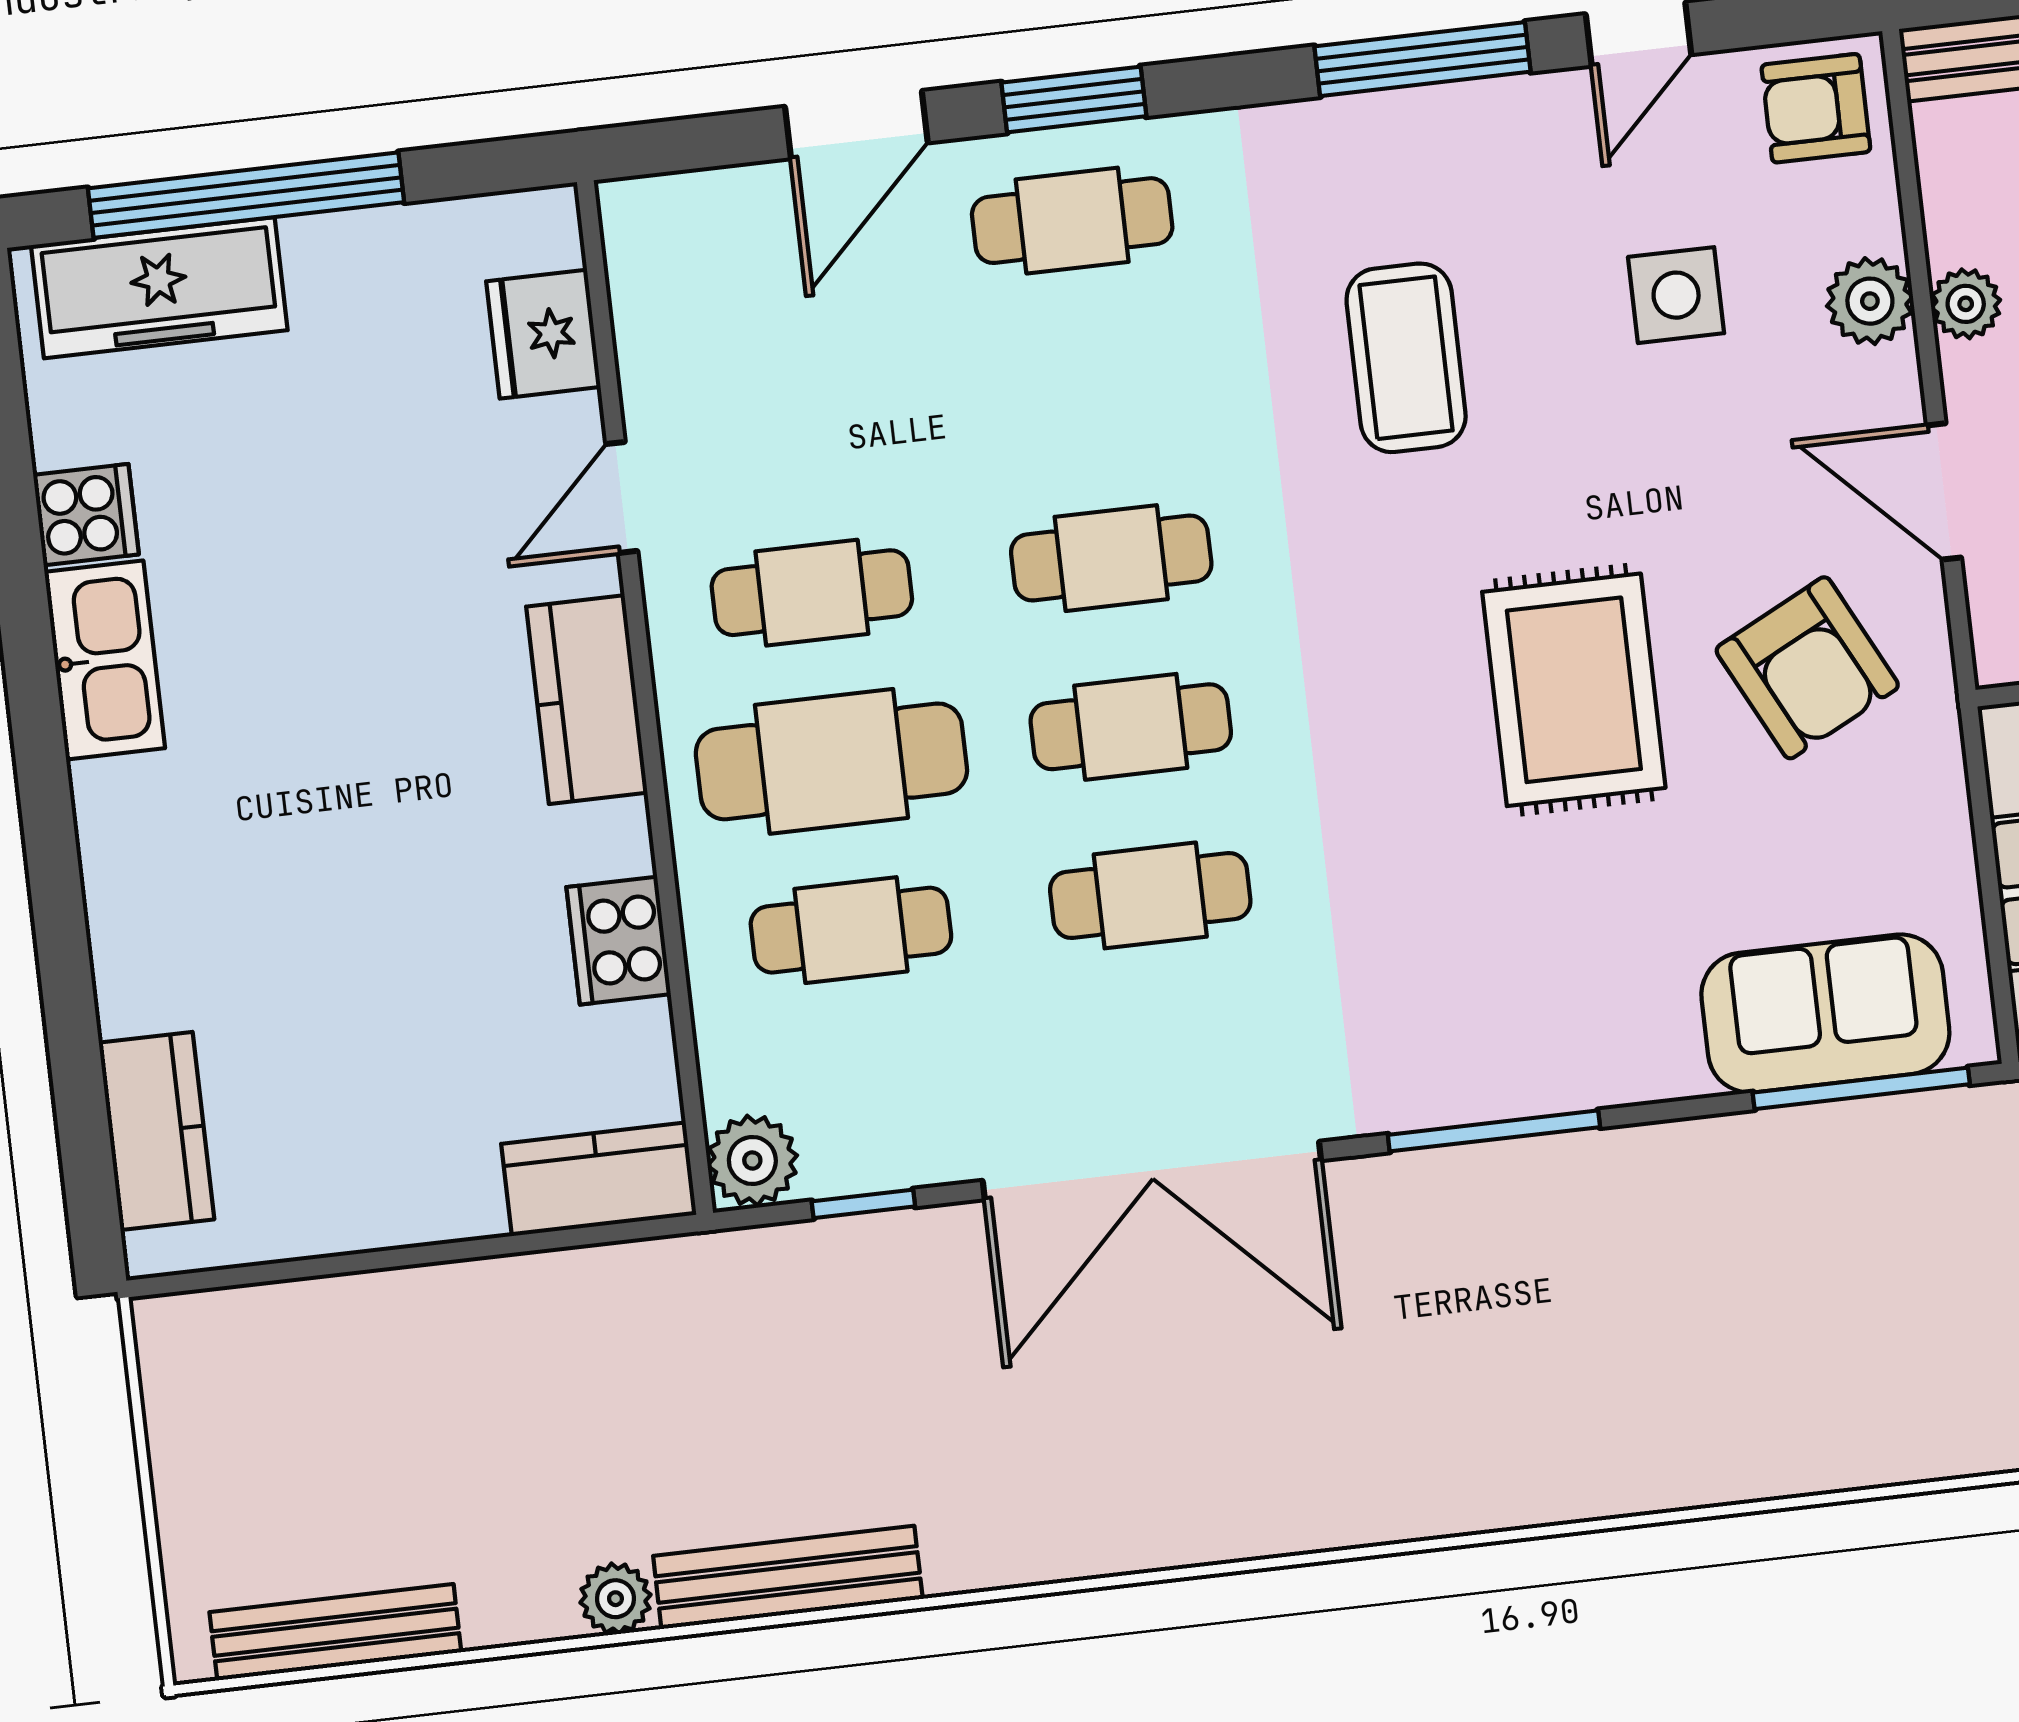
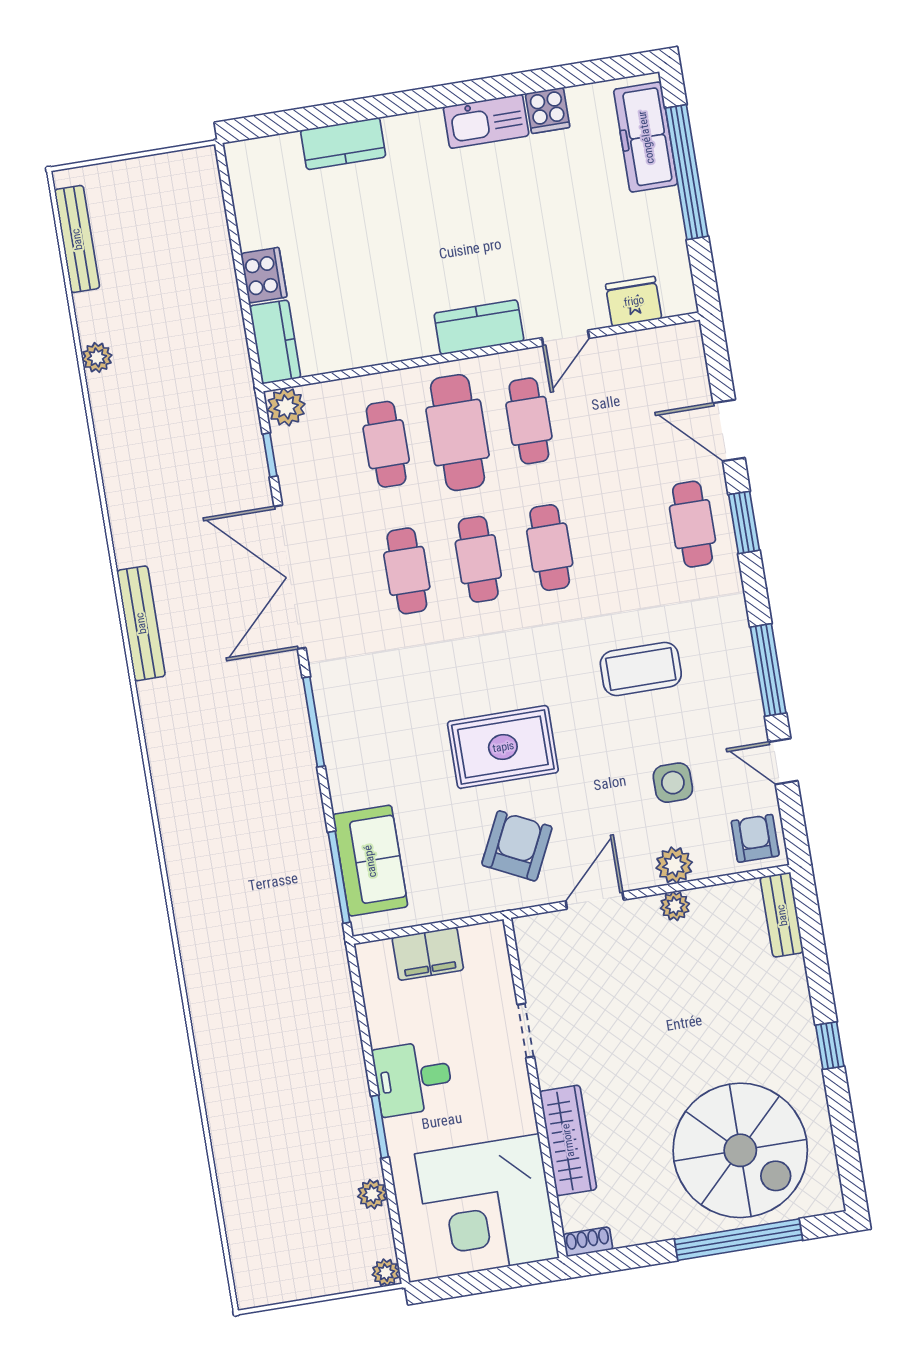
door: (622, 497) -> (566, 338), swing flipped
armchair: (1807, 668) -> (517, 846), turned 143
cooker: (619, 941) -> (264, 275), moved, turned 90
kitchen counter: (157, 1131) -> (343, 144), moved
bench: (788, 1577) -> (141, 623), moved

